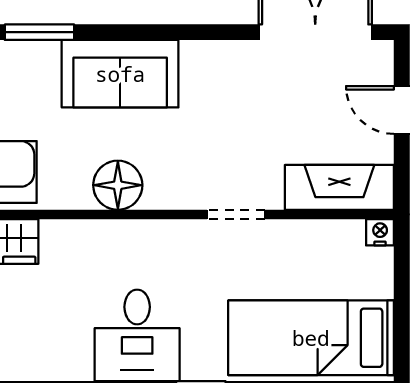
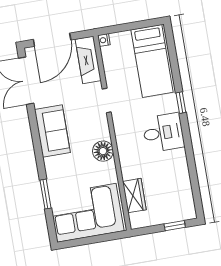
sofa: (120, 74) -> (52, 131), moved
door: (402, 110) -> (52, 40), width x1.87

